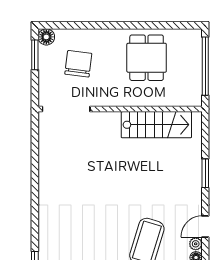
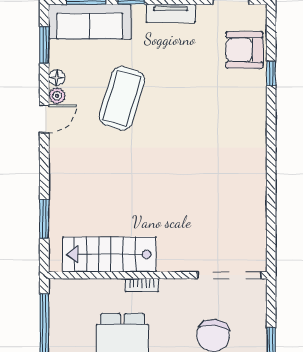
bookcase: (132, 102) -> (142, 285), added
window: (205, 173) -> (44, 219), moved

